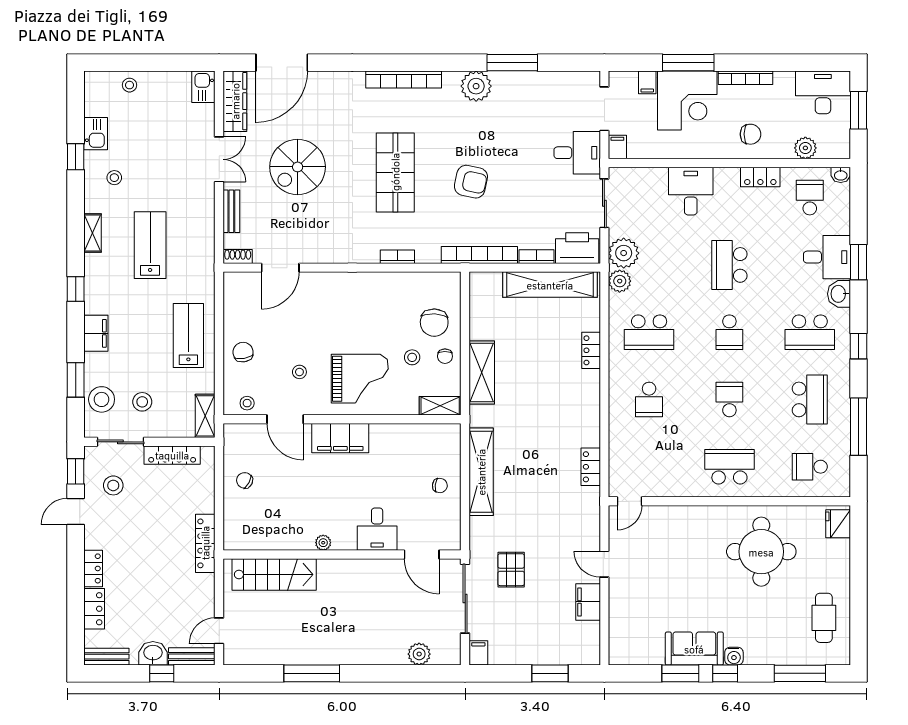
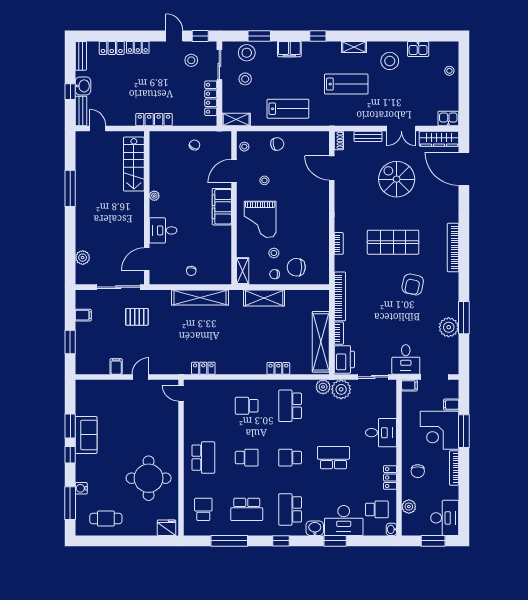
plant: (476, 86) -> (449, 327), moved
window: (76, 157) -> (403, 36), removed
stool: (114, 178) -> (390, 61), width x1.89, depth x1.89
armchair: (471, 182) -> (413, 284), moved
desk: (827, 257) -> (344, 520), width x1.37
filing cabinet: (588, 602) -> (116, 366), width x0.50
filing cabinet: (478, 653) -> (83, 315), moved
water cooler: (734, 656) -> (81, 488), moved

